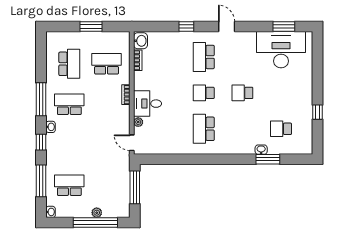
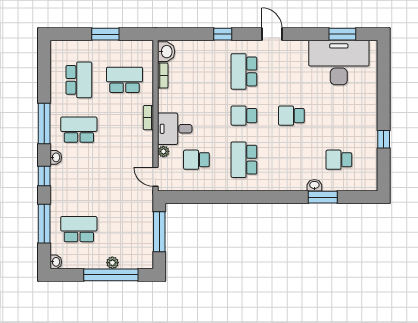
school desk: (165, 129) -> (196, 160), added

